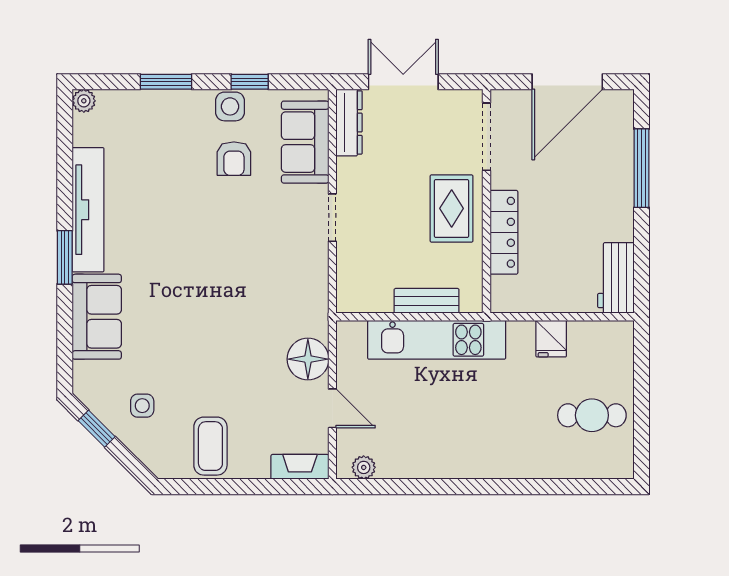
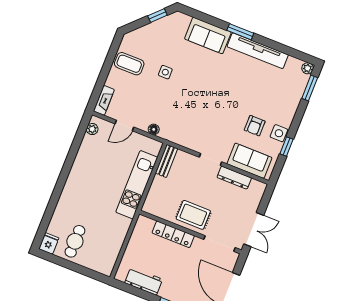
window: (166, 82) -> (310, 88), moved
double door: (403, 82) -> (254, 230), moved
dresser: (349, 123) -> (234, 178), moved
armchair: (234, 159) -> (255, 126), turned -90
workbench: (616, 278) -> (144, 281), moved
bench: (427, 301) -> (166, 161), moved
fridge: (551, 339) -> (49, 243), moved, turned 90
floor lamp: (308, 359) -> (154, 129), width x0.53, depth x0.53
side table: (142, 406) -> (165, 72), moved

